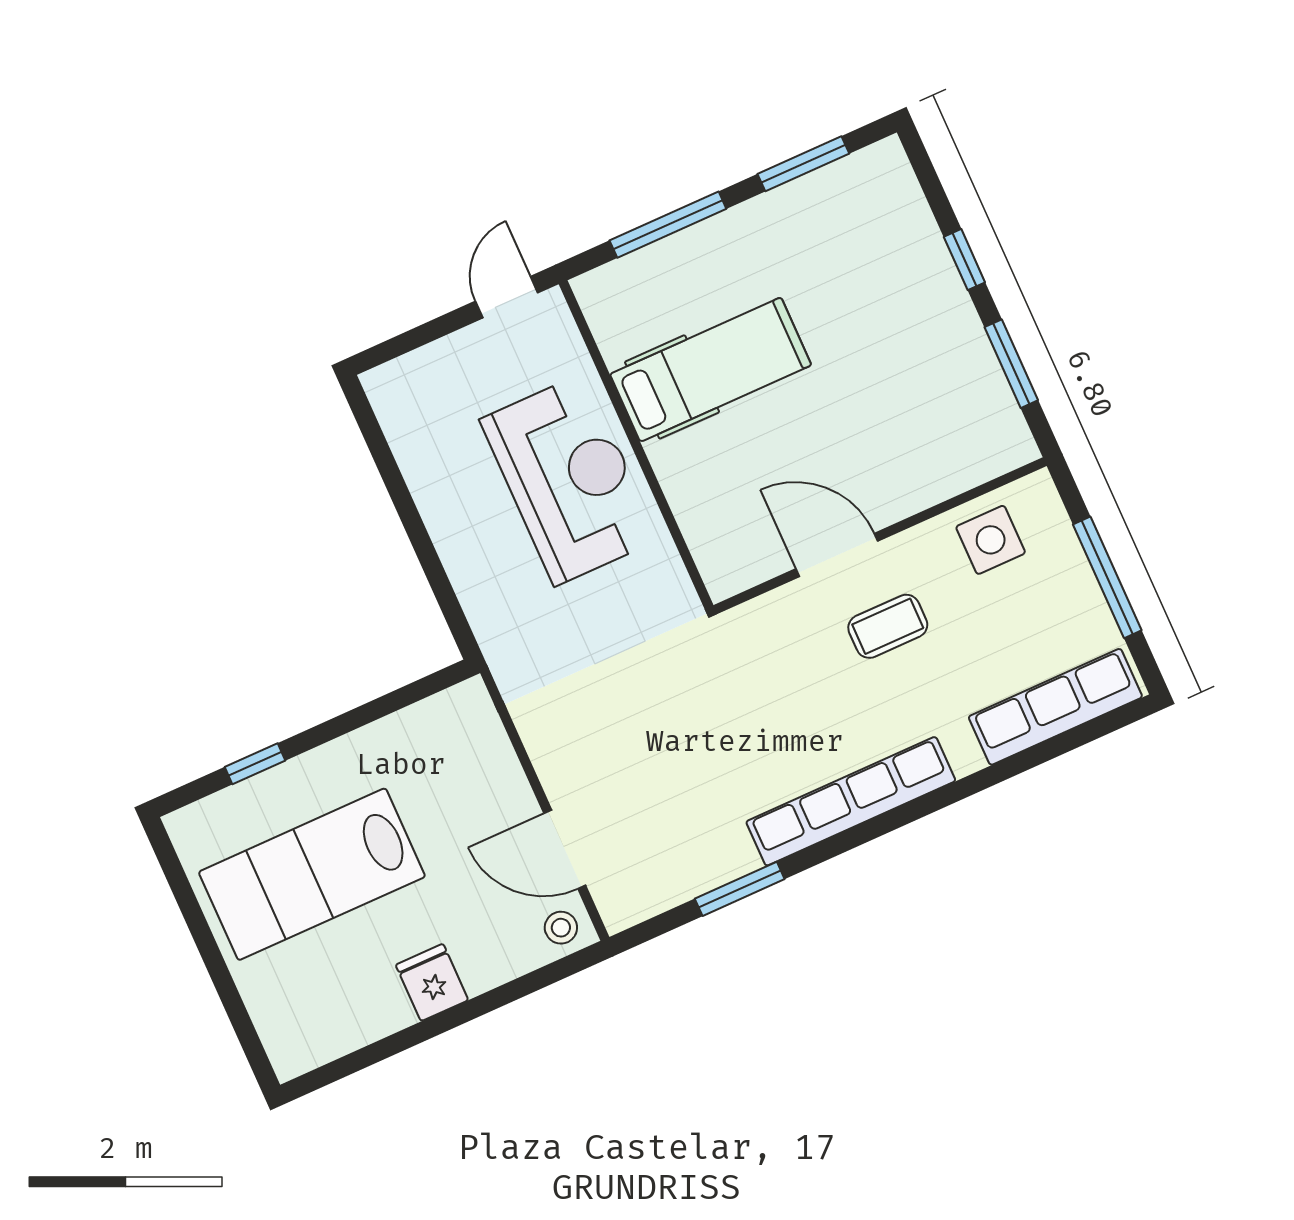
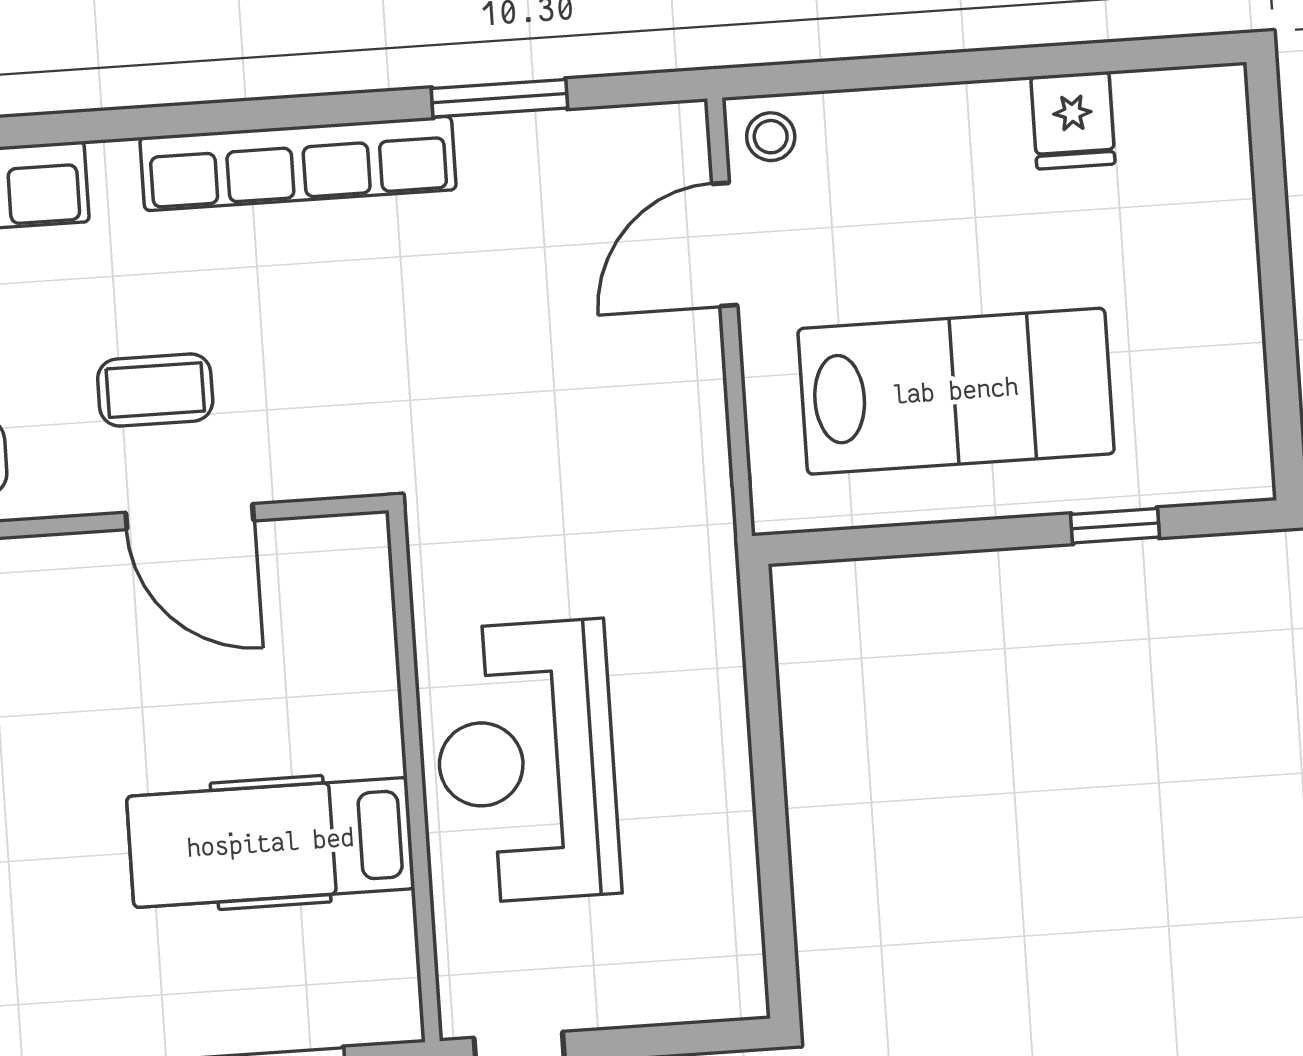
door: (565, 849) -> (725, 245), swing flipped
lab bench: (312, 874) -> (956, 391), moved
fridge: (432, 982) -> (1073, 120), moved

